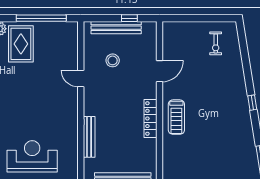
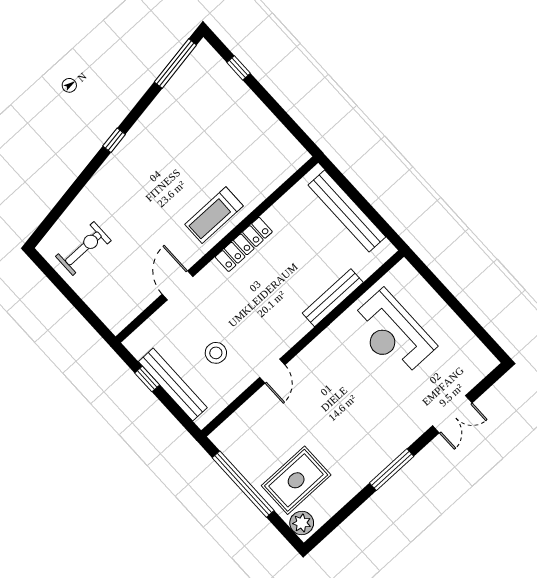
exercise bike: (216, 43) -> (83, 248), width x1.38, depth x1.39
door: (159, 71) -> (178, 285), hinge flipped
treadmill: (176, 117) -> (214, 215), turned 180
reception desk: (32, 156) -> (392, 333), moved

